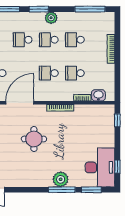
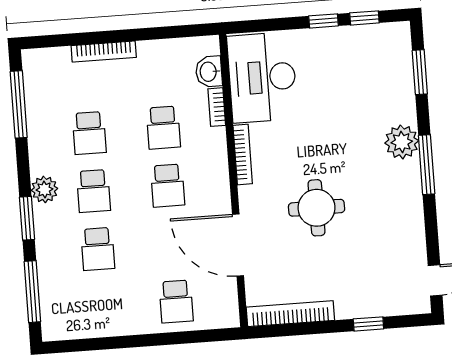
window: (117, 120) -> (324, 21), moved
desk: (100, 167) -> (262, 77), moved, turned -90
window: (62, 190) -> (427, 165), moved

